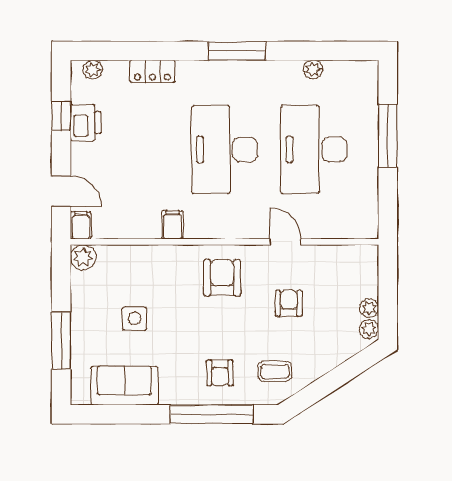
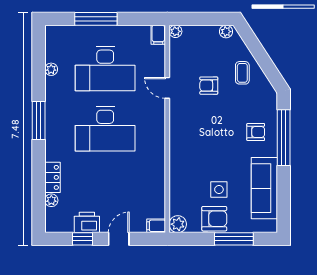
plant: (93, 70) -> (51, 200), moved
door: (61, 191) -> (119, 239), moved
filing cabinet: (173, 225) -> (158, 35), moved, turned -90
door: (285, 242) -> (167, 88), hinge flipped
armchair: (222, 278) -> (214, 219), moved, turned 180
plant: (369, 308) -> (175, 31), moved
coffee table: (275, 371) -> (242, 73), moved
sofa: (124, 386) -> (264, 188), width x1.36

